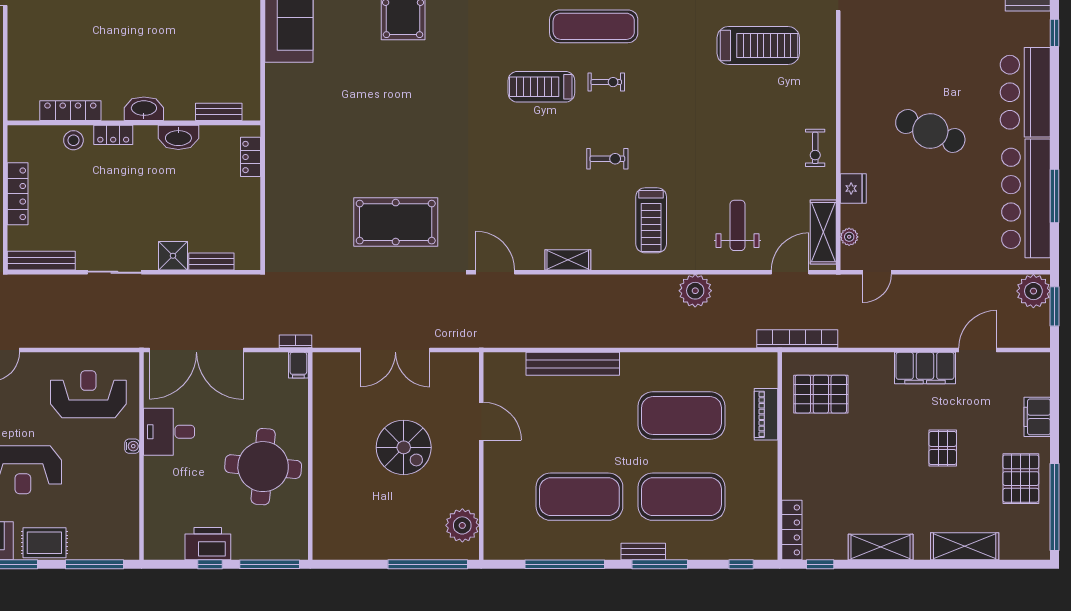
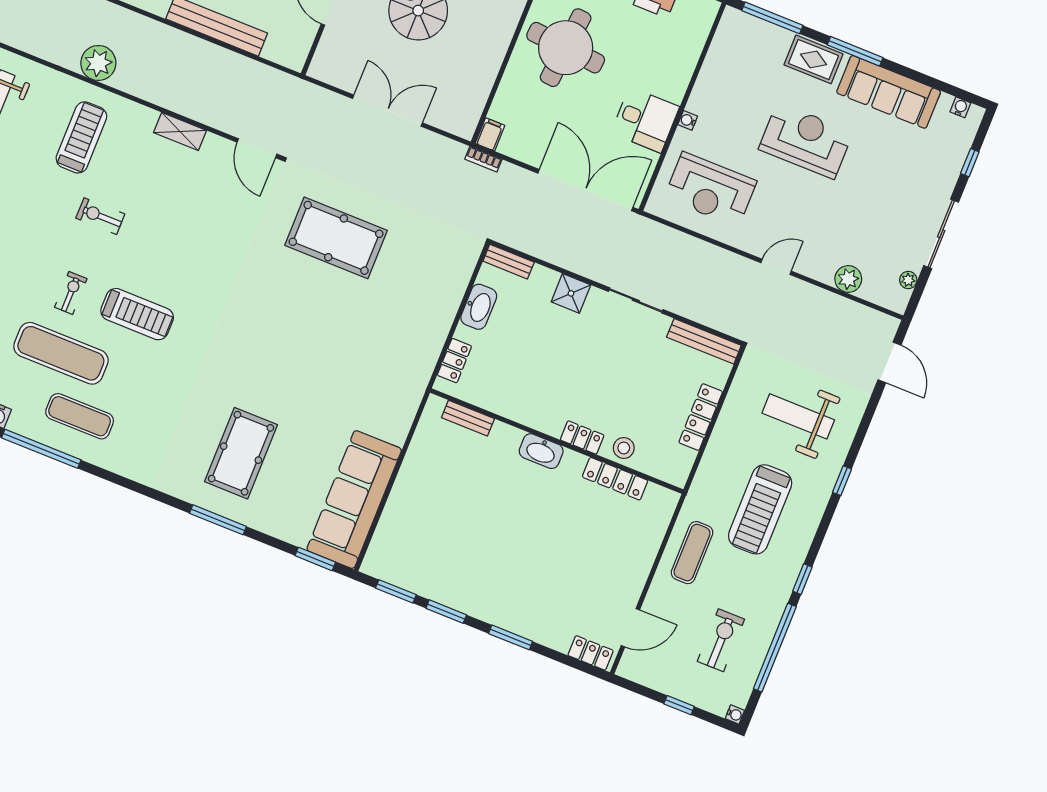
exercise bike: (606, 82) -> (71, 293), turned 90
washbasin: (178, 137) -> (479, 307), moved, turned 90
bench: (211, 261) -> (509, 262), moved
plant: (695, 291) -> (98, 63), moved

